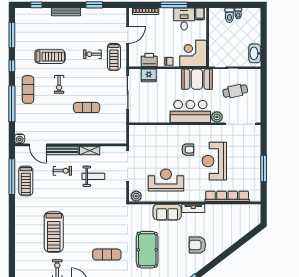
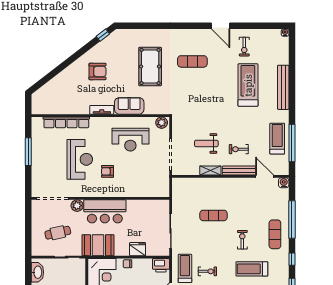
printer: (149, 60) -> (161, 265), moved
fridge: (149, 75) -> (138, 249), moved
bench: (20, 230) -> (283, 87), added

